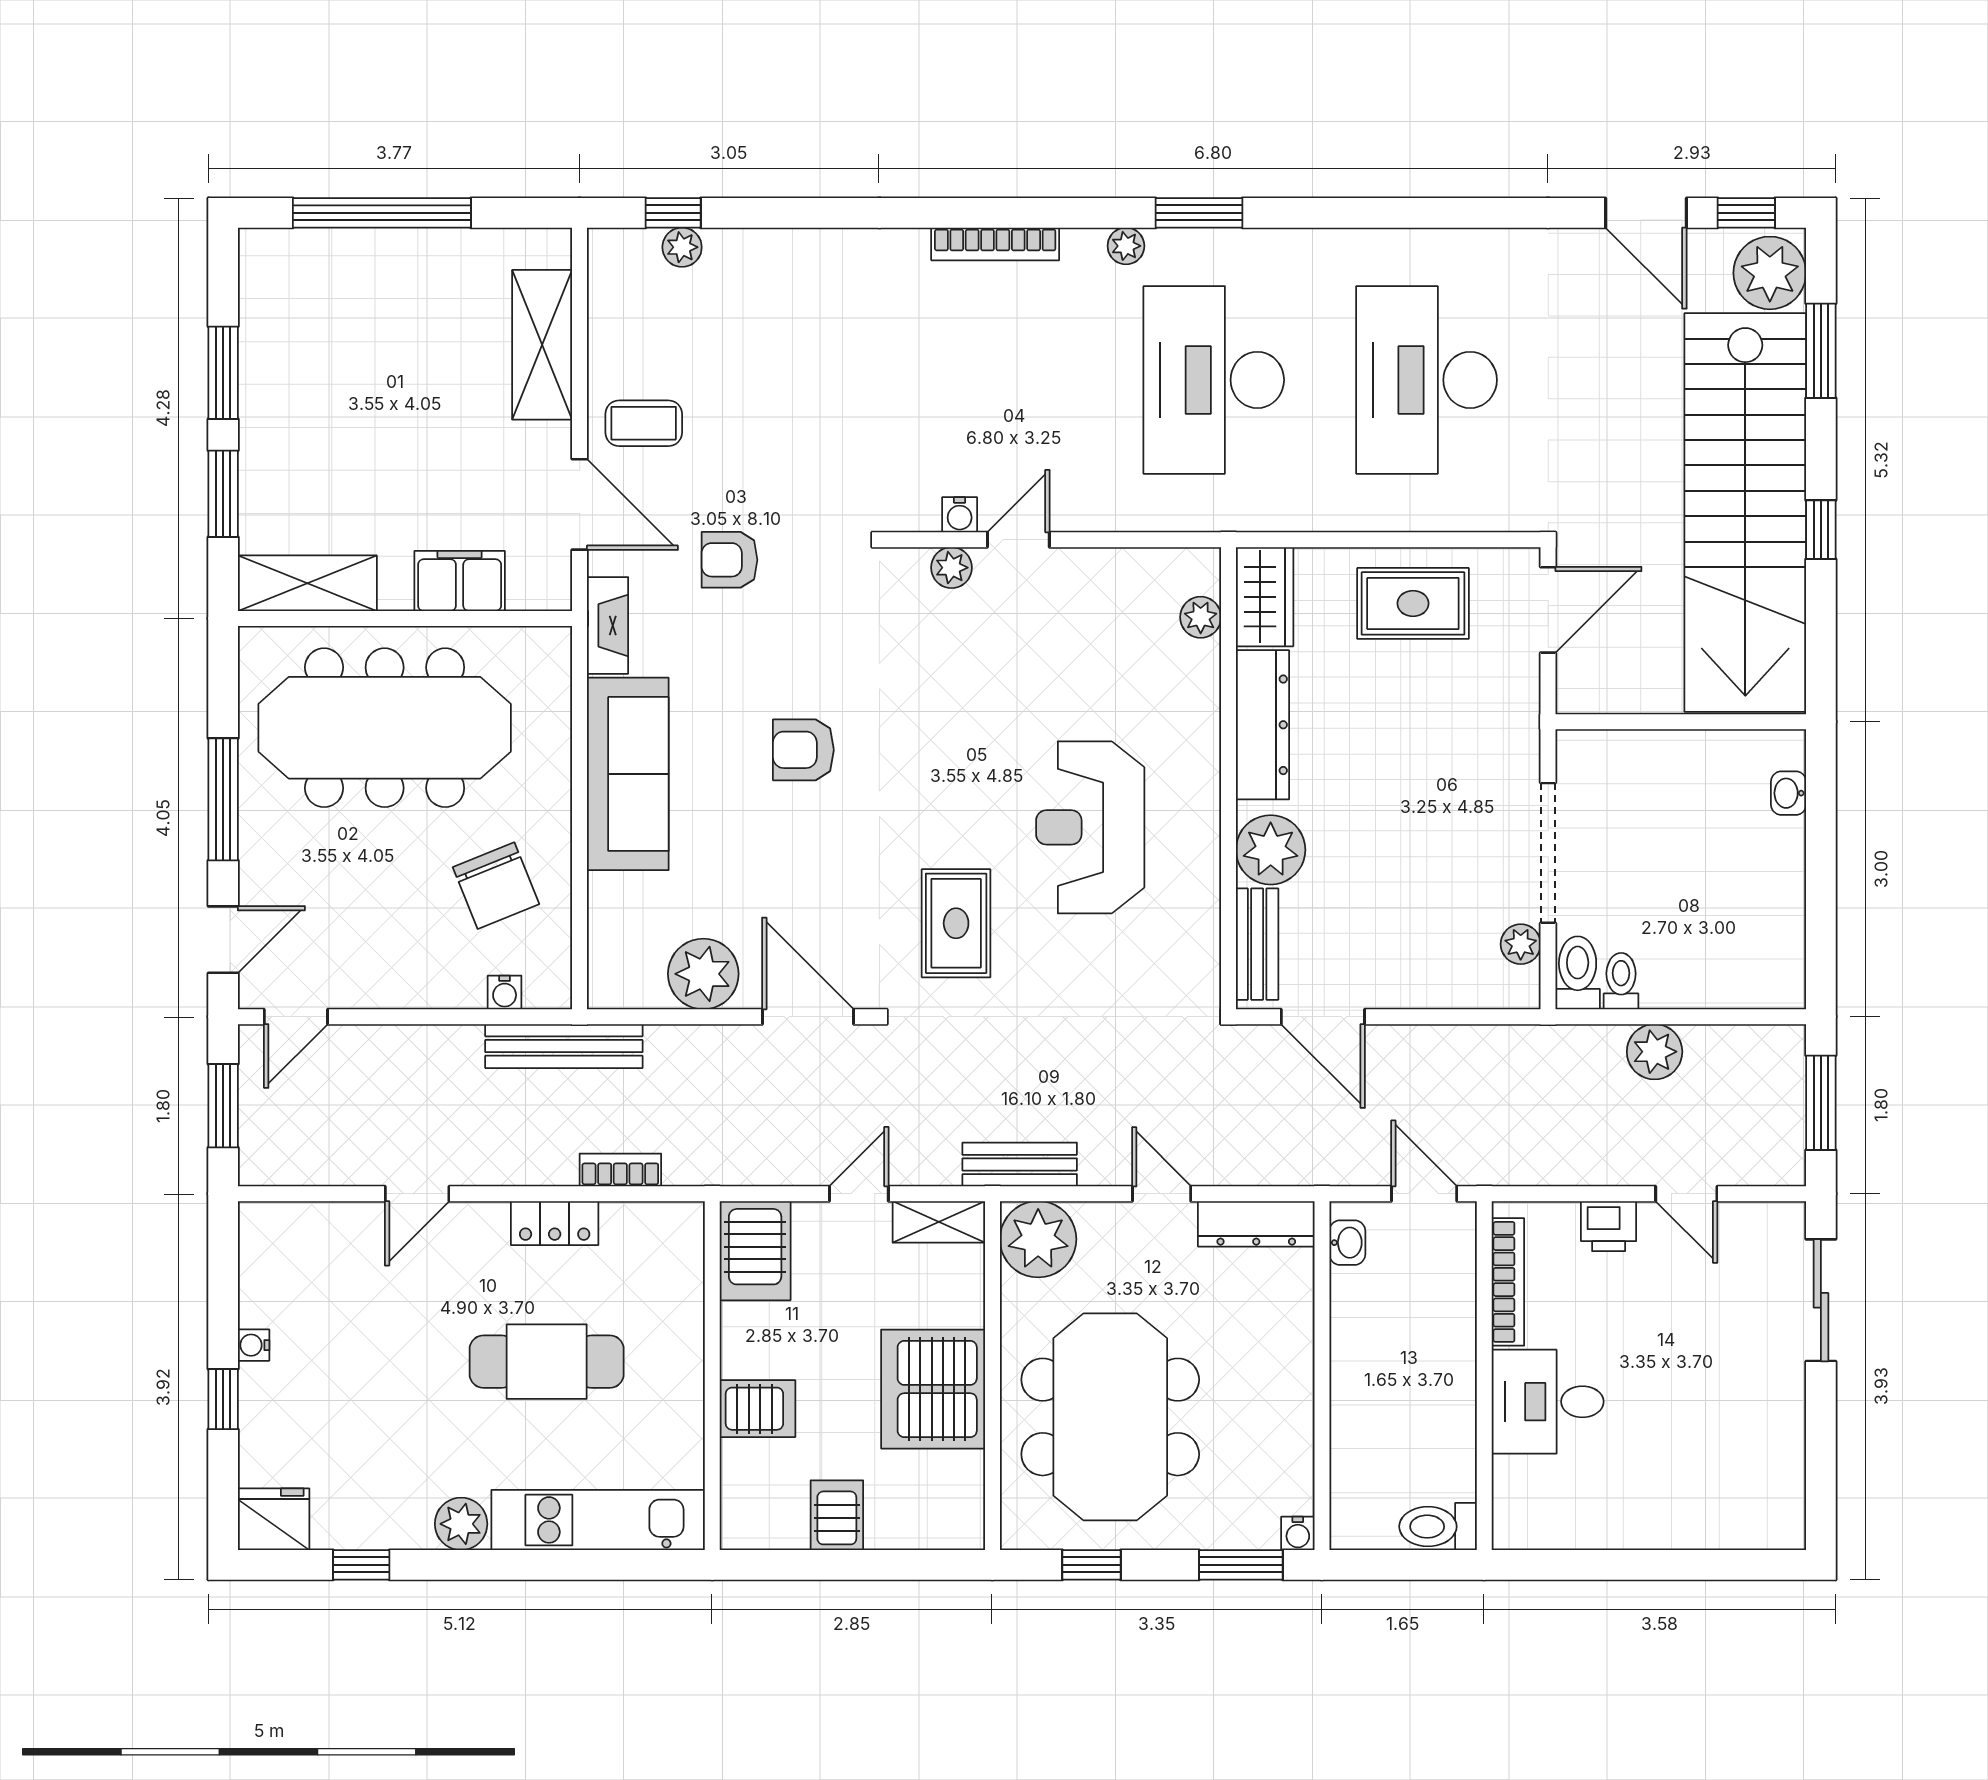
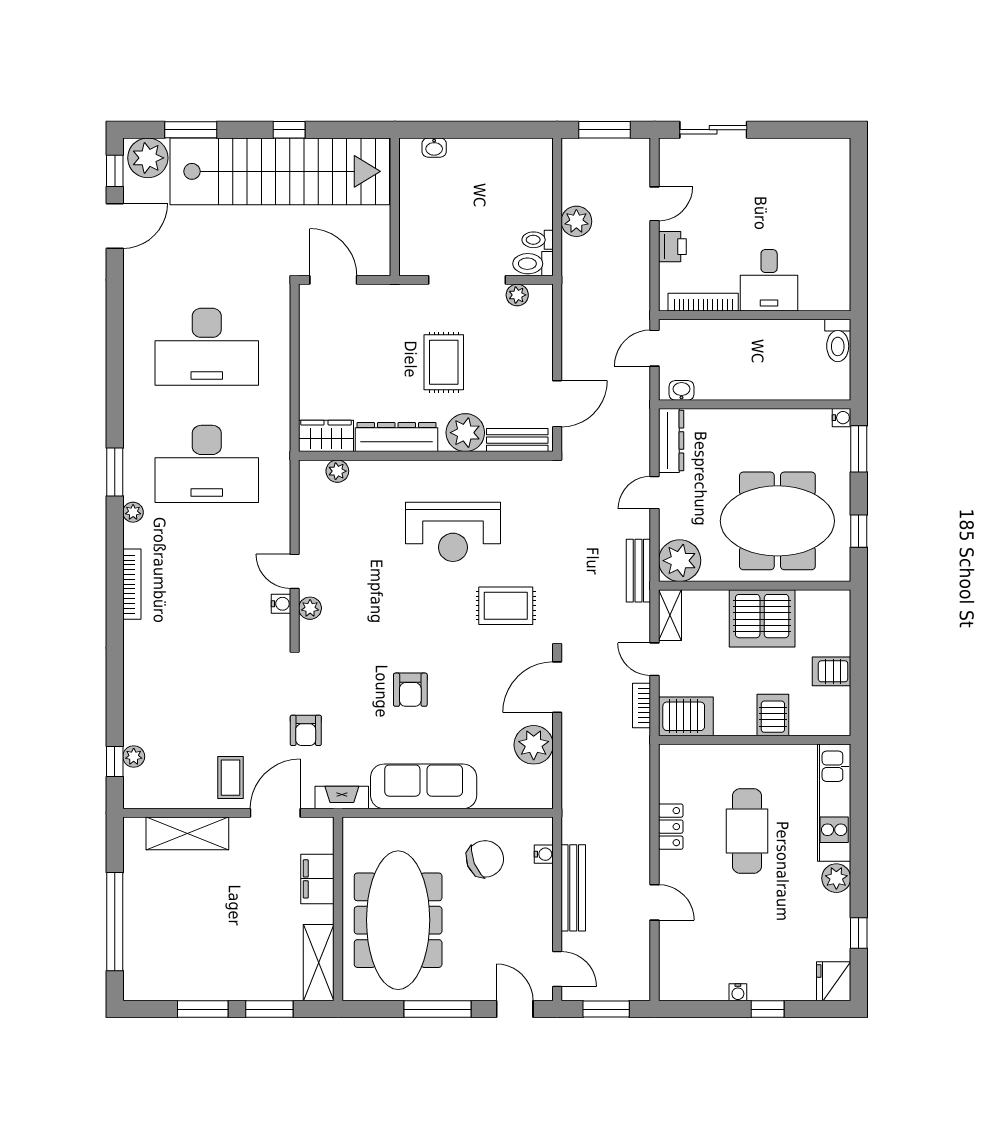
rug: (1413, 603) -> (444, 362), moved
bench: (564, 1046) -> (573, 888), moved
bookcase: (620, 1170) -> (641, 706), moved

